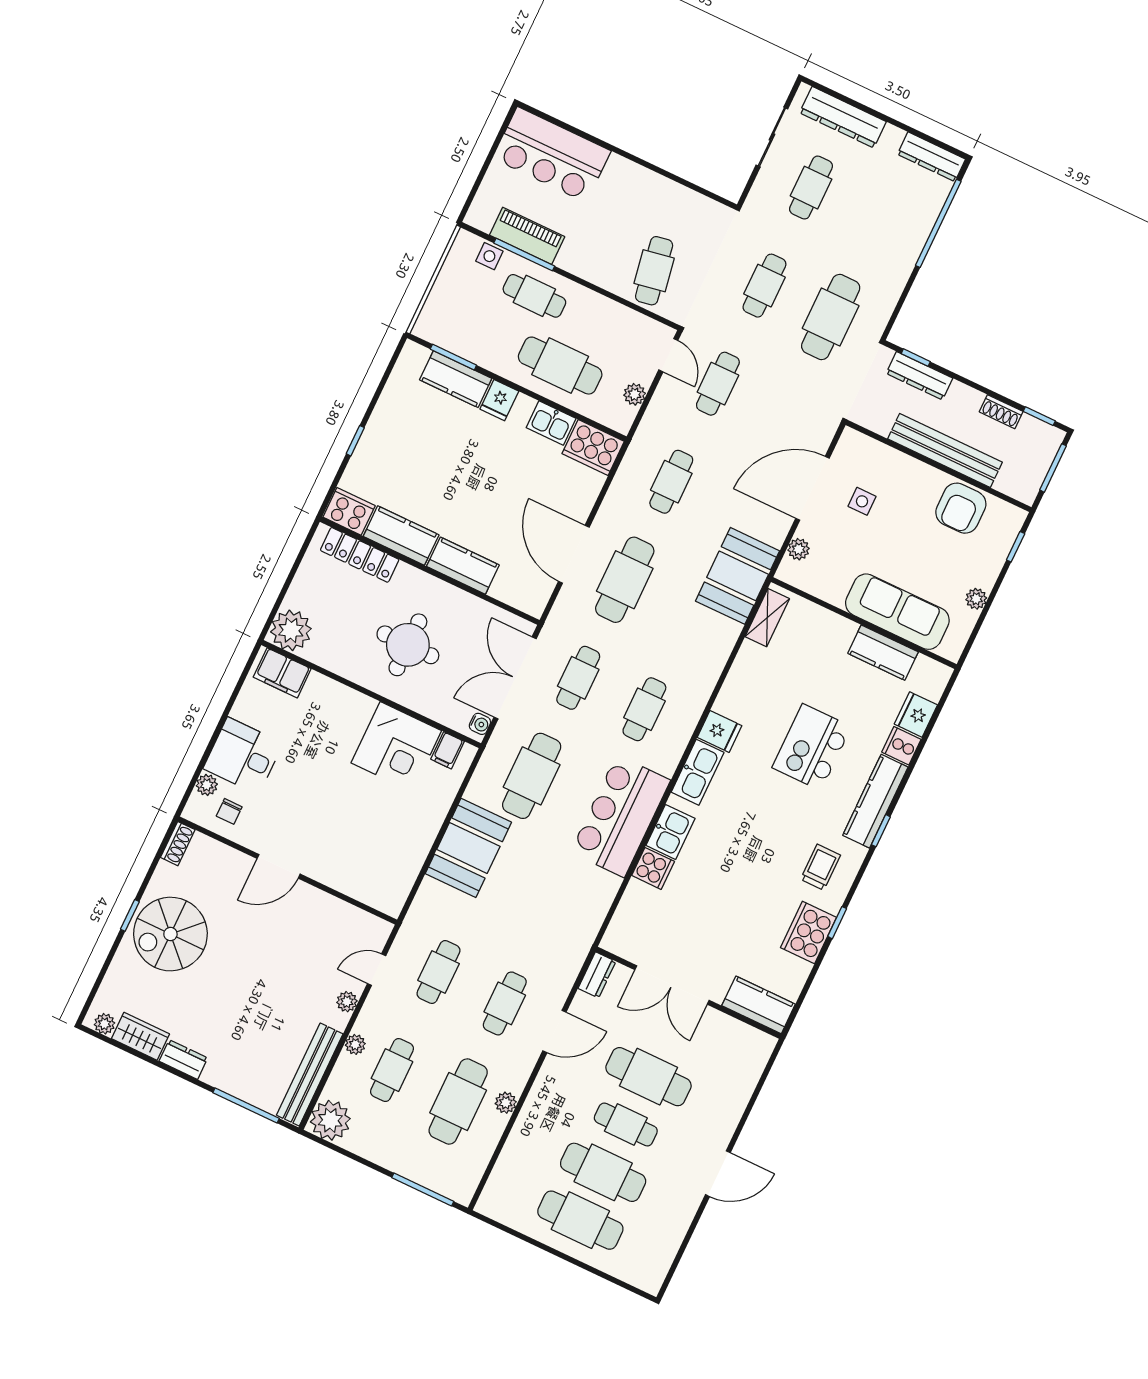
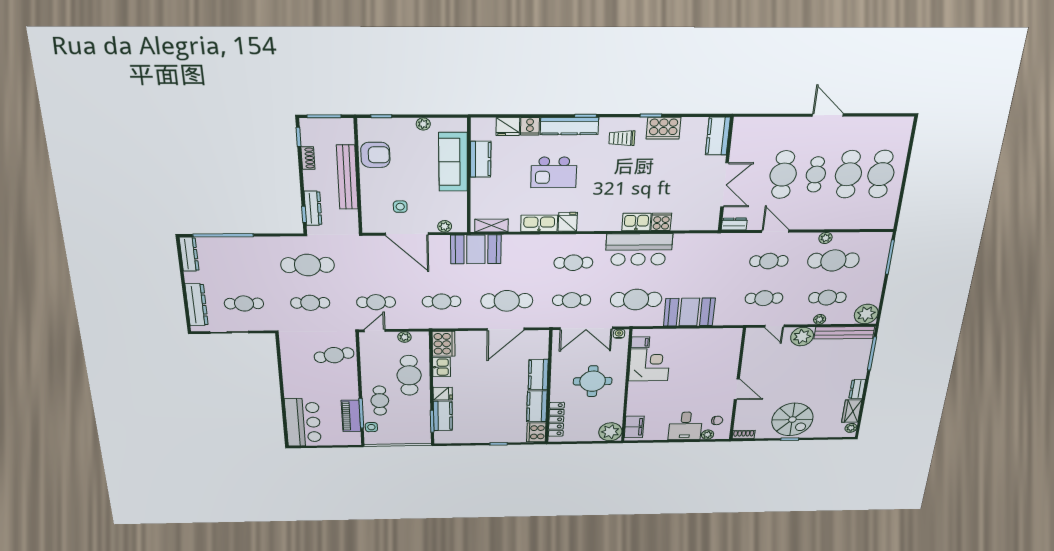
kitchen sink: (698, 772) -> (539, 223), moved
plant: (347, 1002) -> (802, 337), width x1.88, depth x1.88

